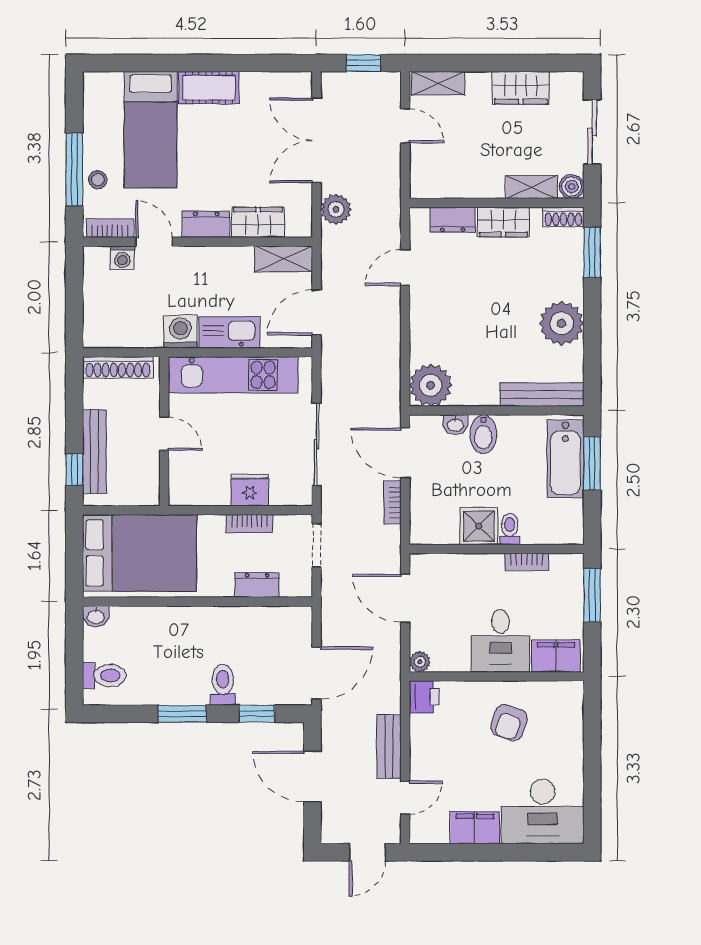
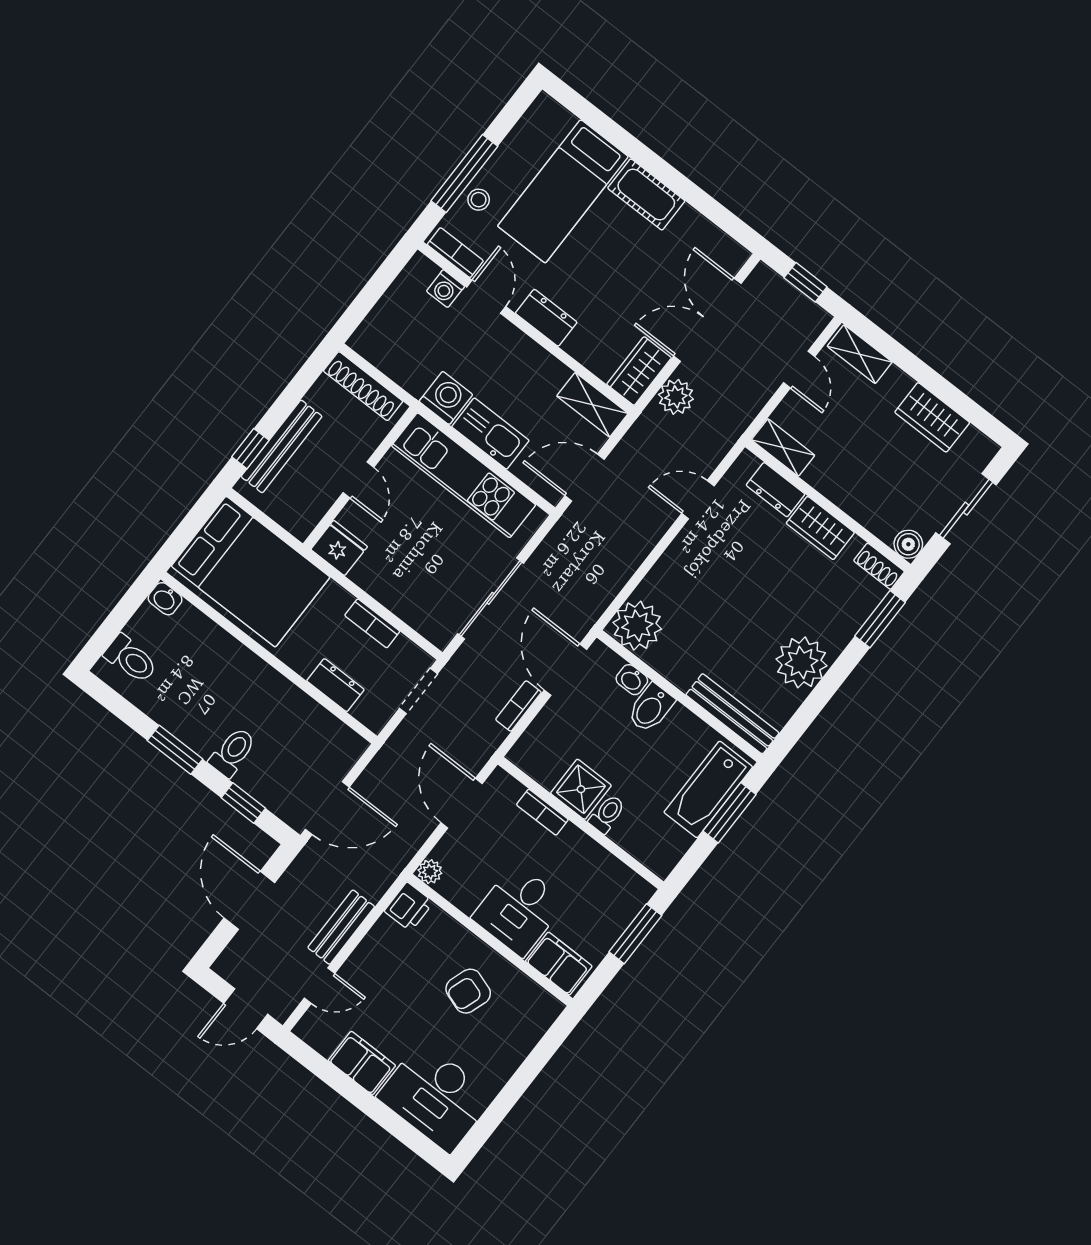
shelving: (532, 187) -> (783, 448), moved
wardrobe: (258, 222) -> (639, 371), moved, turned -90
fridge: (250, 490) -> (339, 548), moved
bookcase: (527, 562) -> (542, 812), moved

